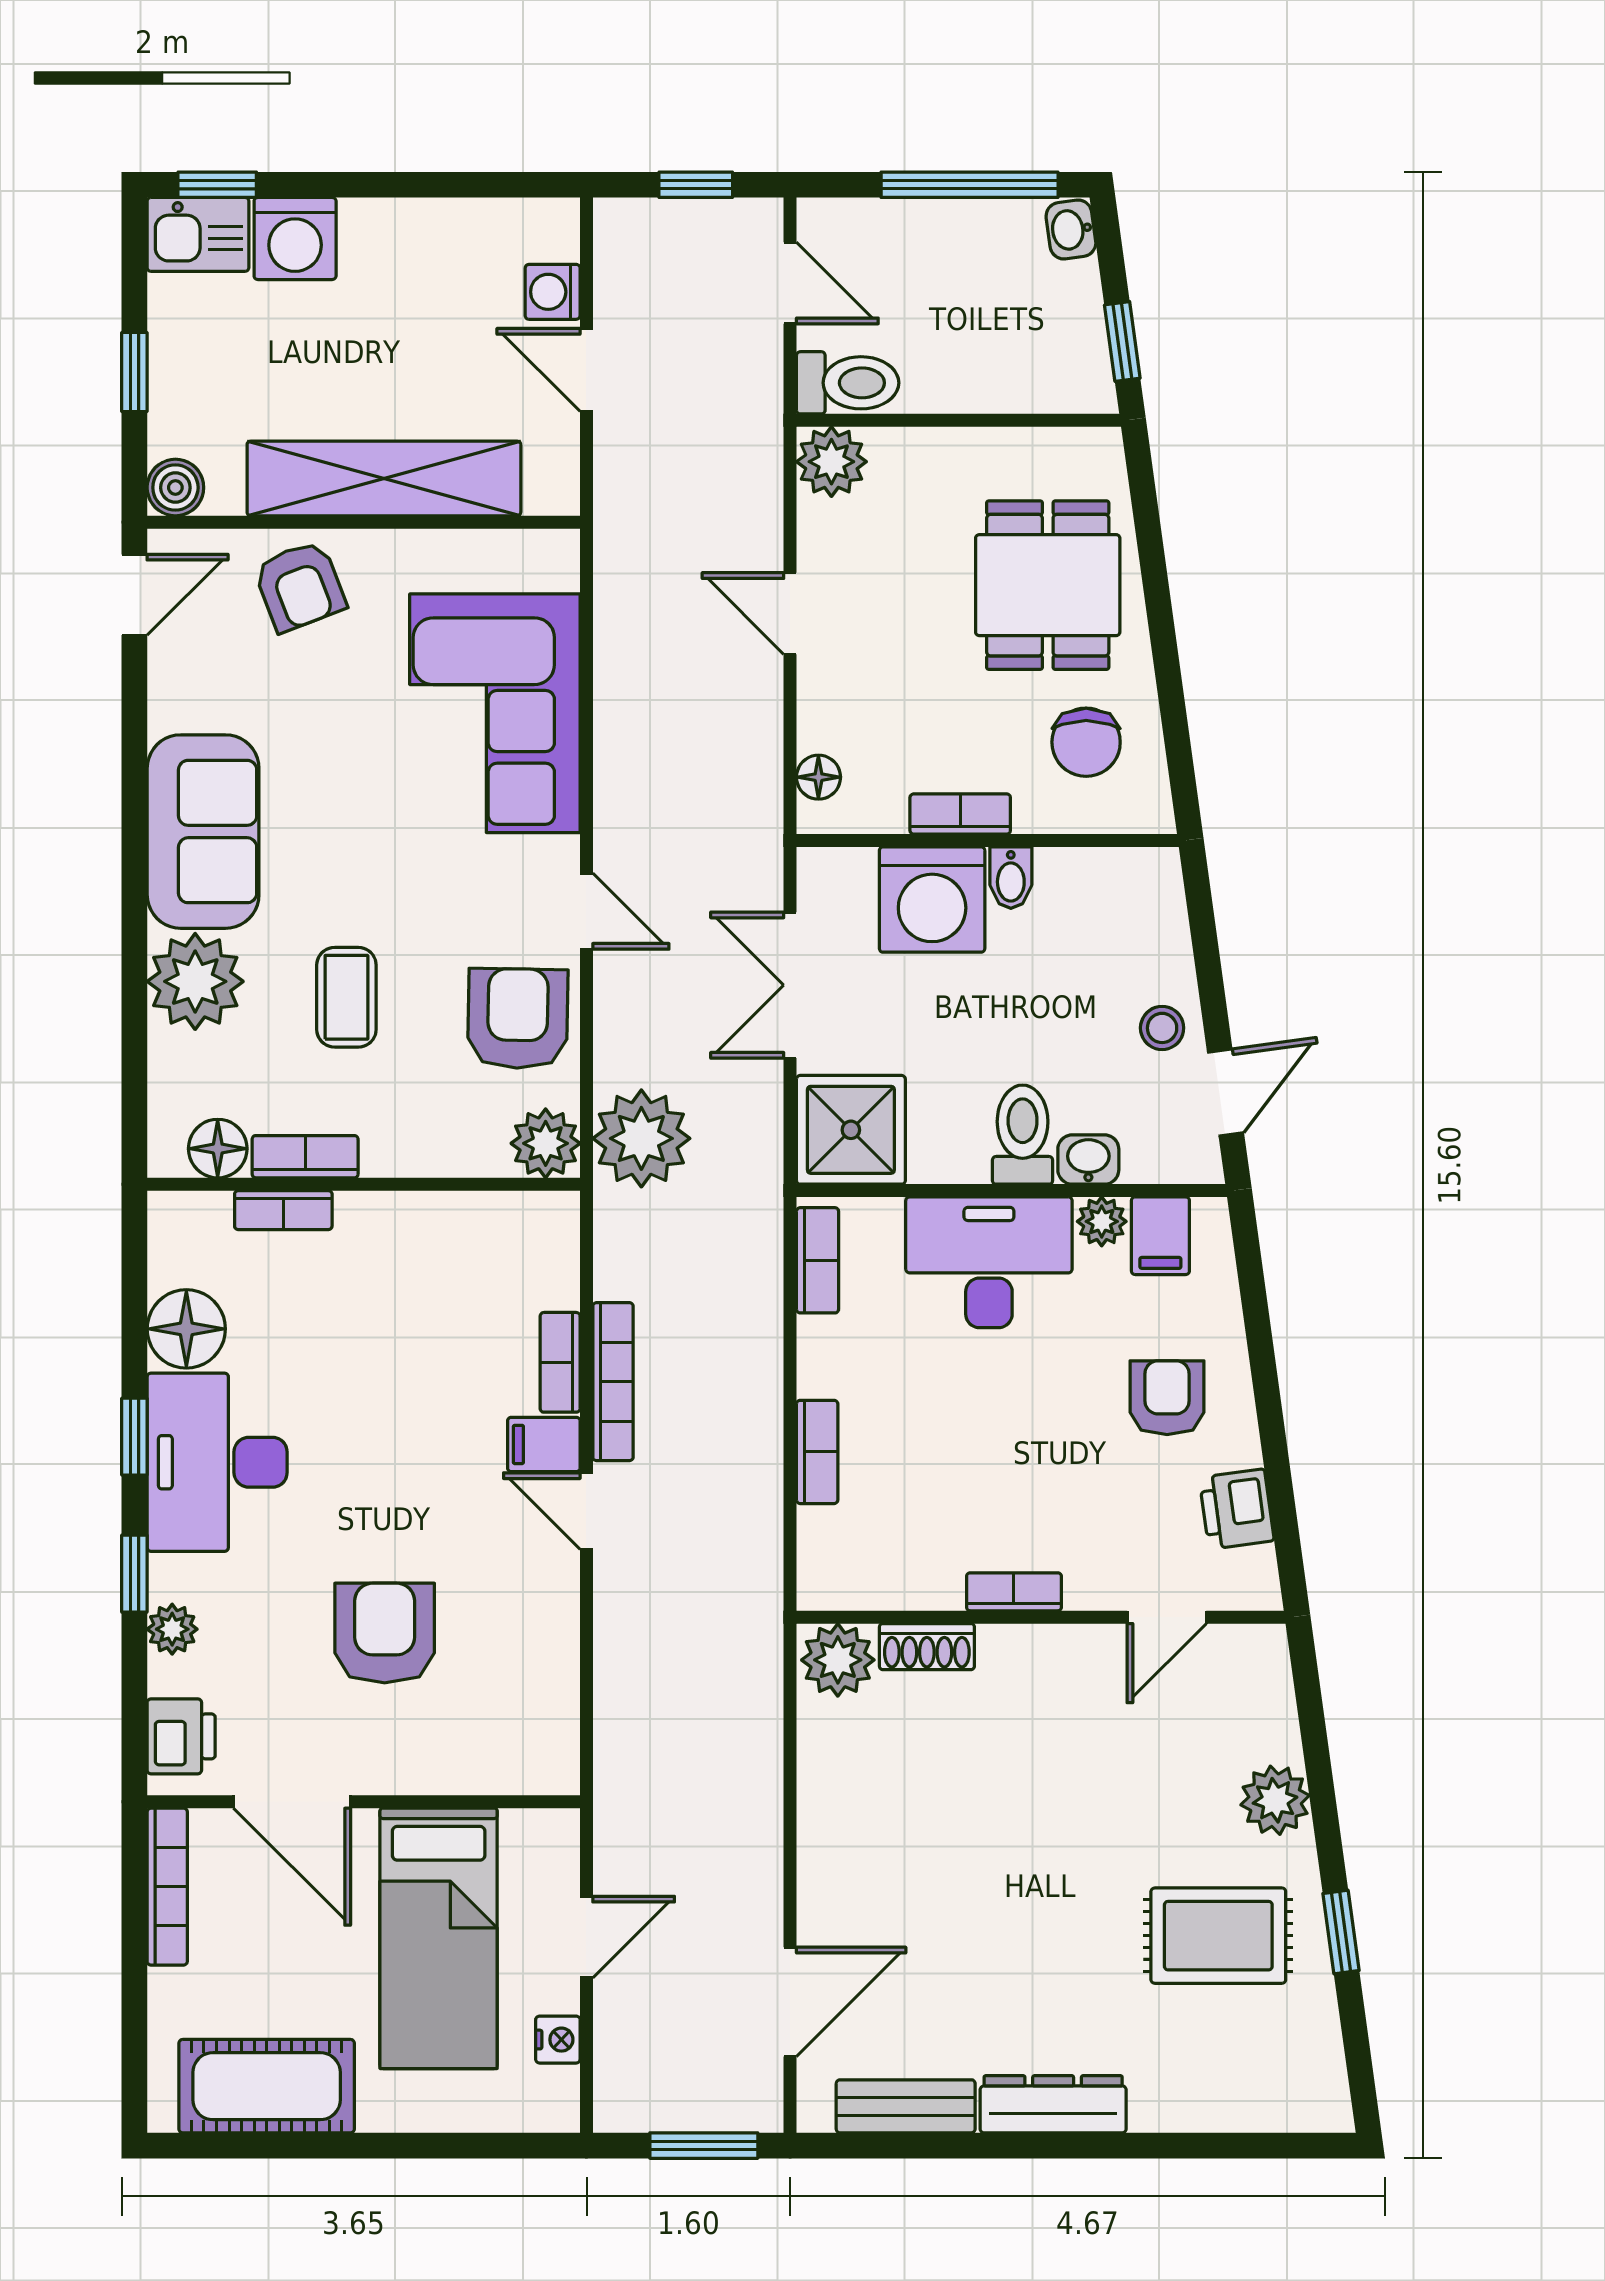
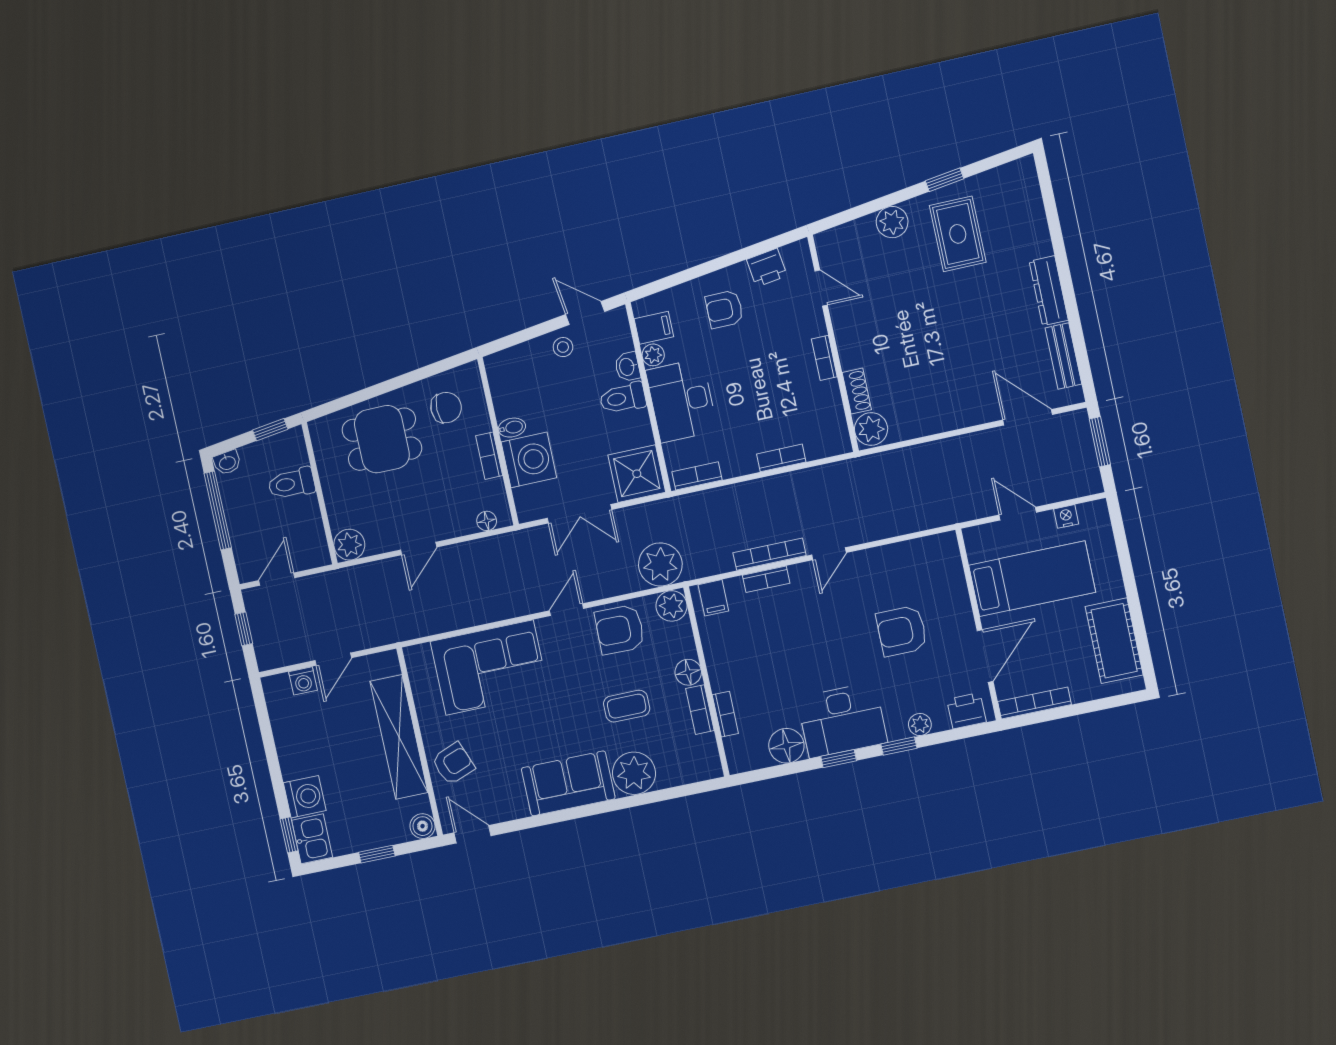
toilet: (848, 383) -> (292, 483), moved, turned -90
floor lamp: (218, 1149) -> (688, 672), moved
filing cabinet: (544, 1444) -> (713, 598), moved

